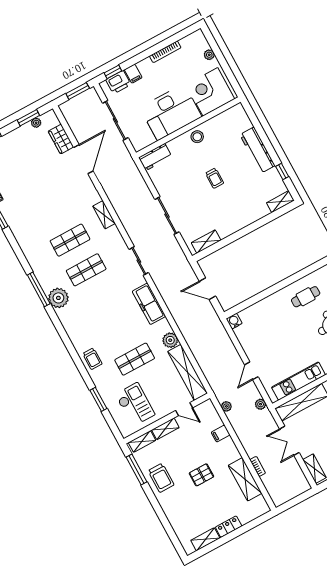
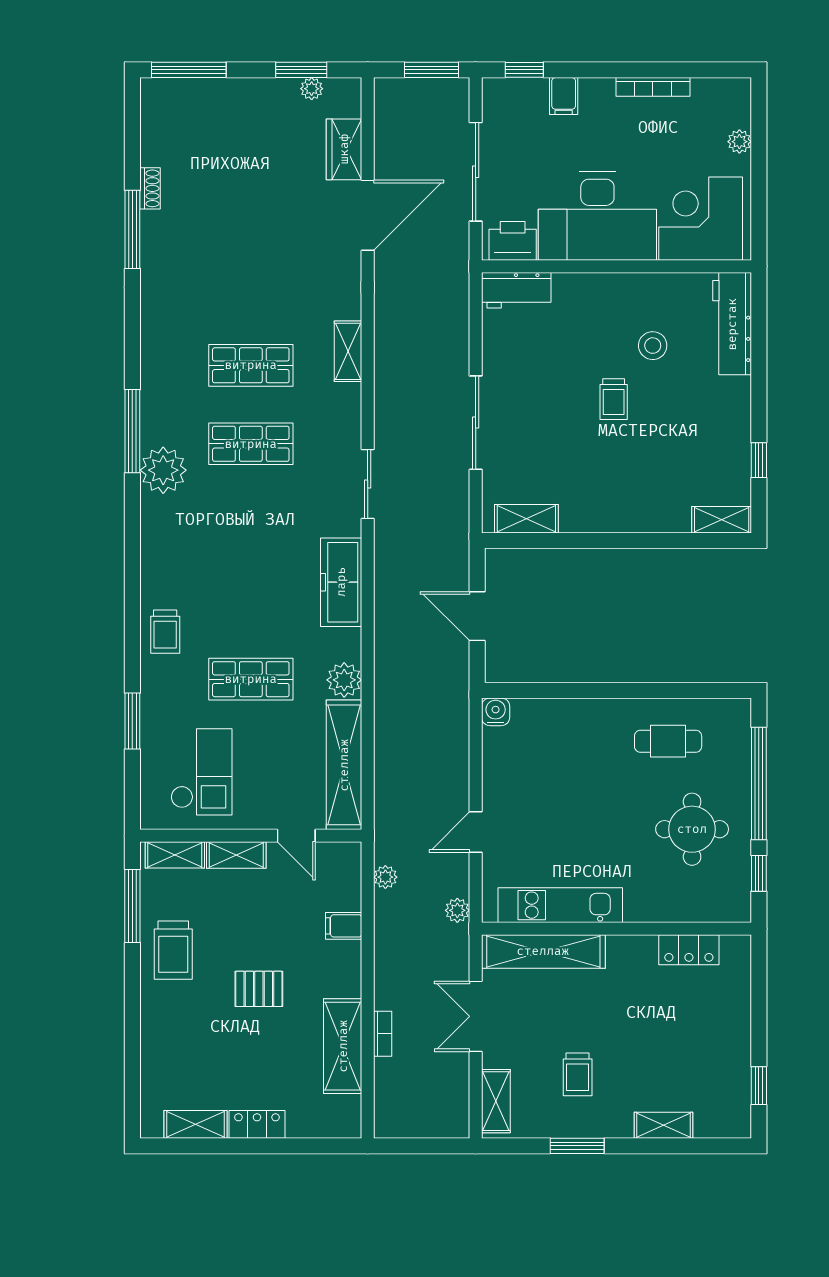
printer: (118, 82) -> (513, 241), moved, turned 180
stool: (197, 137) -> (653, 346), moved
workbench: (257, 150) -> (732, 324), moved

